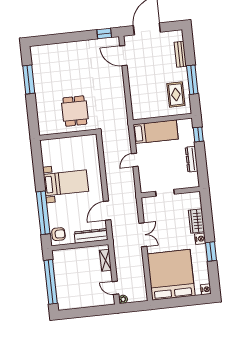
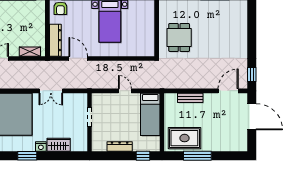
bench: (180, 54) -> (190, 98), moved
rug: (176, 95) -> (184, 138), width x1.36, depth x1.43
dining table: (75, 111) -> (179, 37), turned 90

